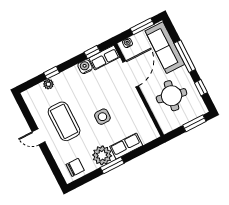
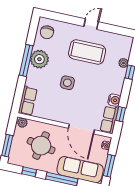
plant: (165, 127) -> (22, 123), added
row of seats: (126, 146) -> (28, 101), moved
window: (112, 165) -> (26, 60), width x1.44

